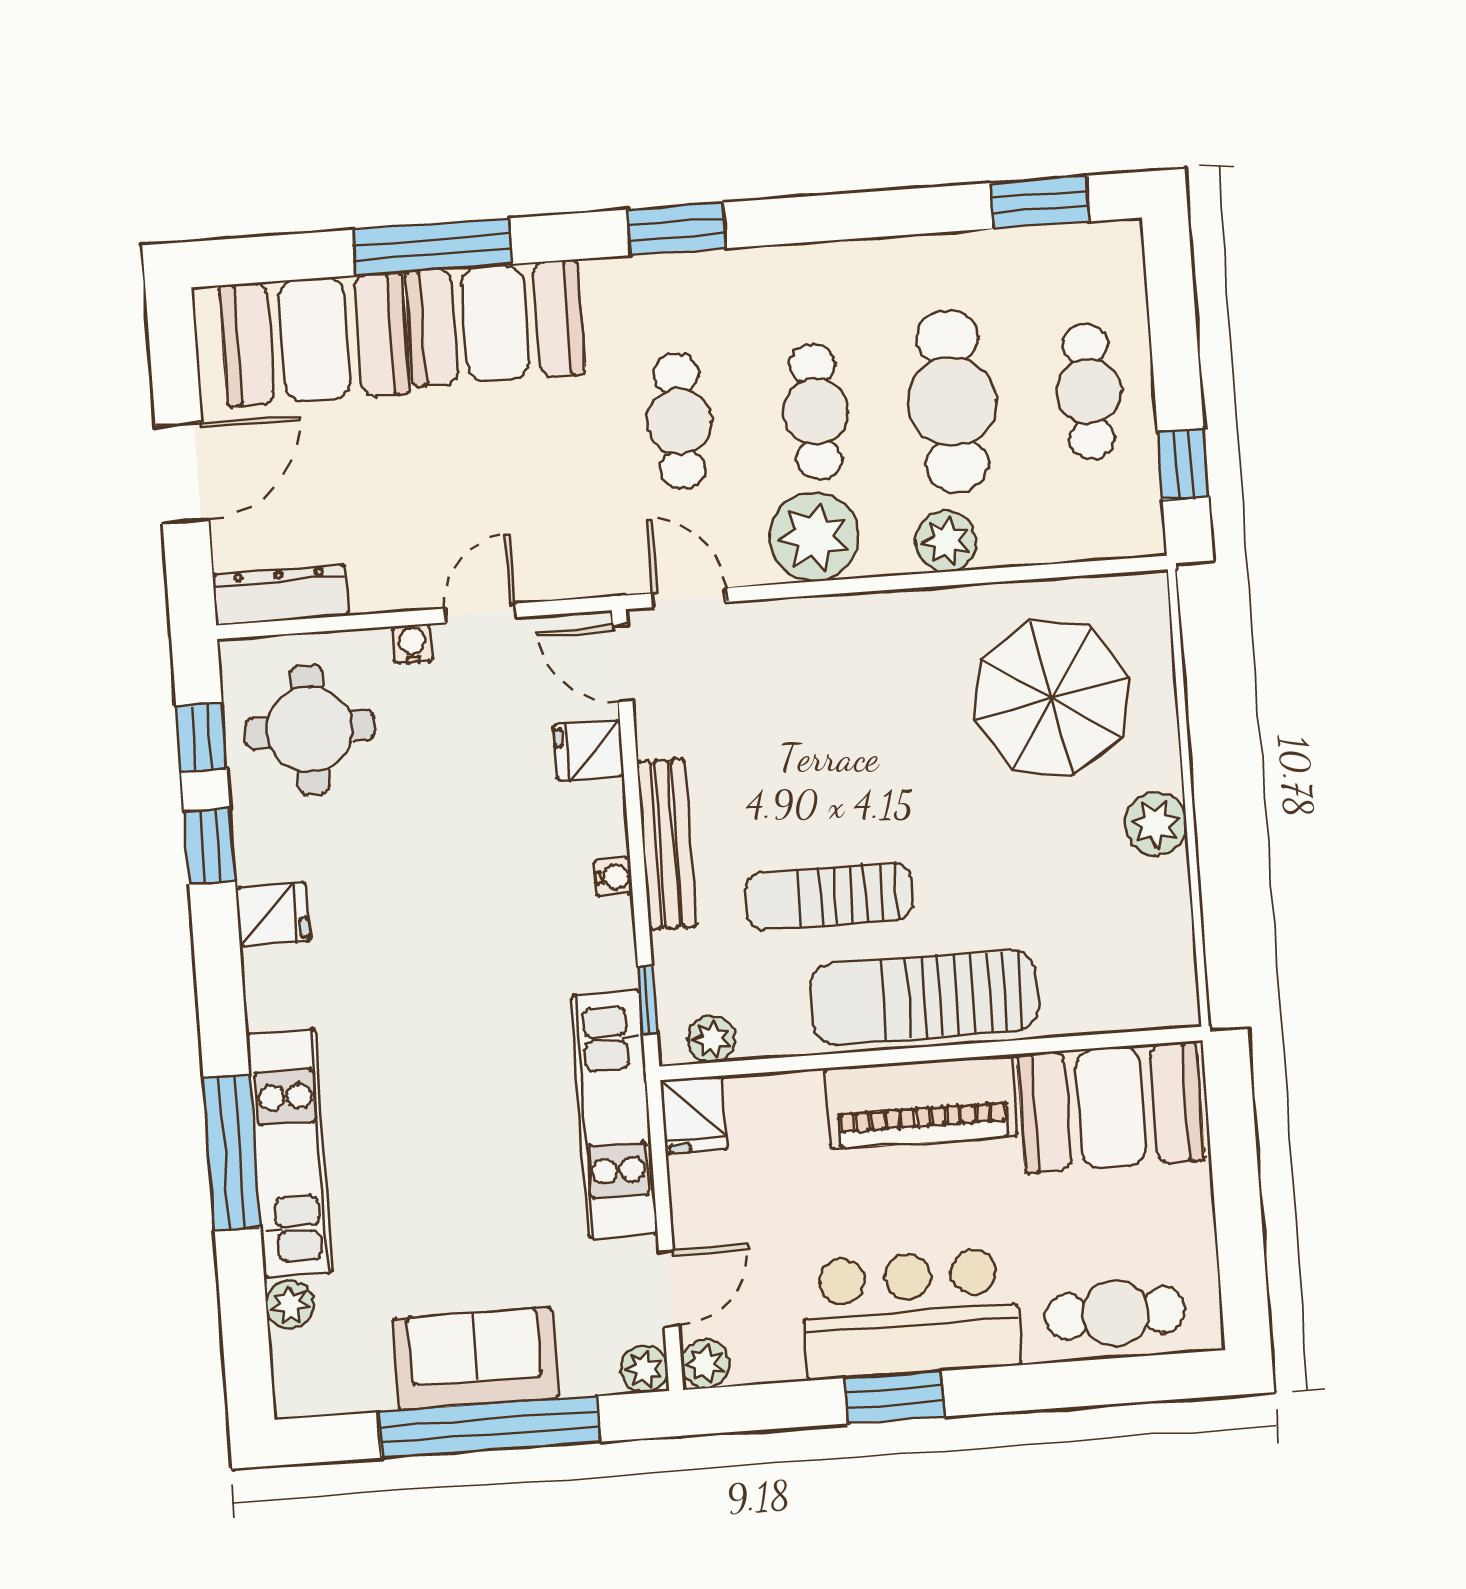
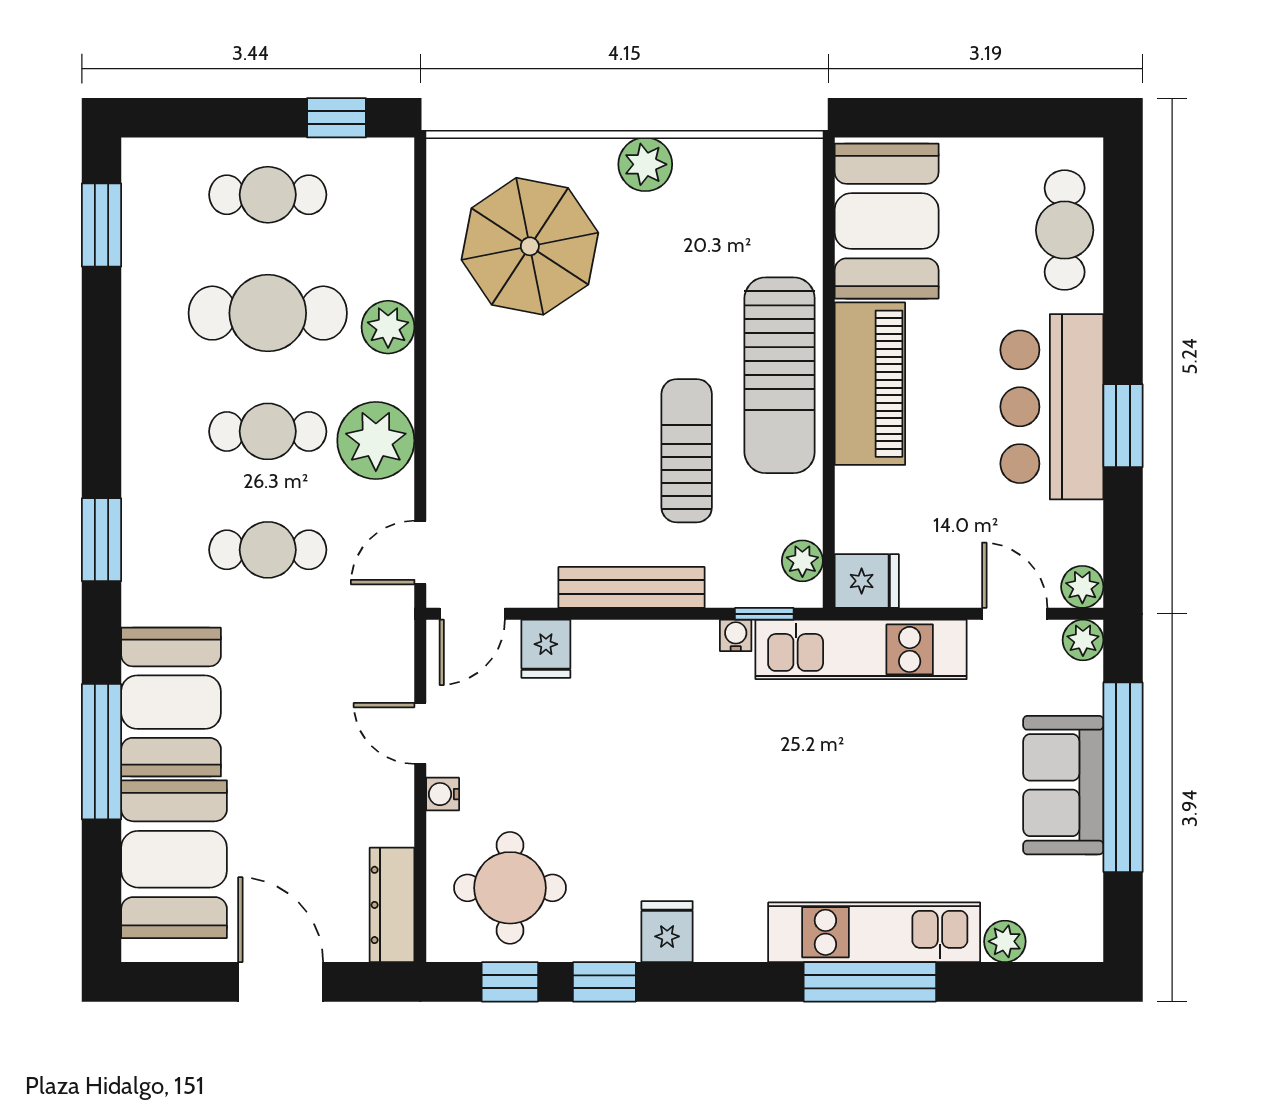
water cooler: (613, 877) -> (736, 635), moved
sun lounger: (829, 896) -> (687, 451), turned 180

